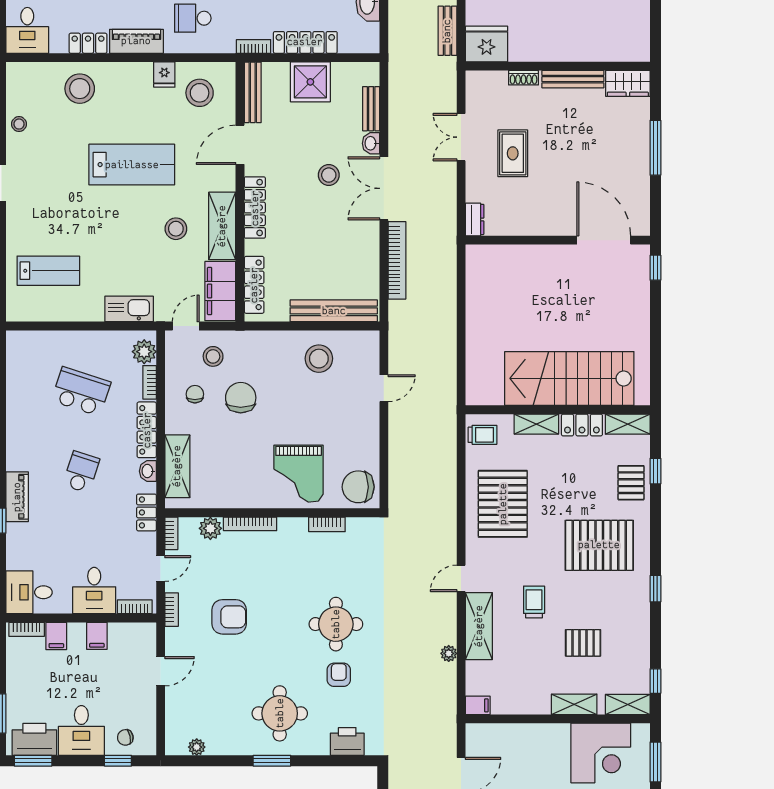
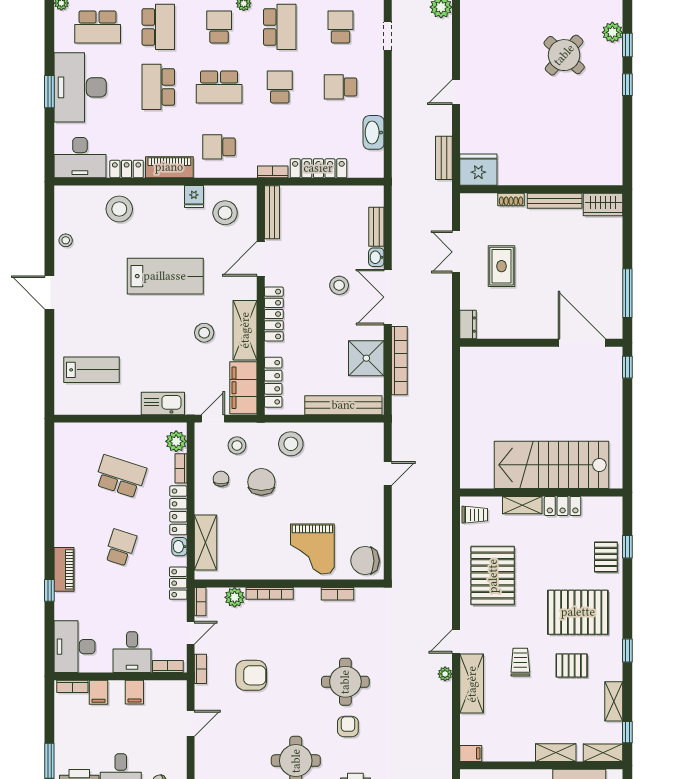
desk: (27, 30) -> (80, 158), width x1.37
shower: (310, 82) -> (366, 358), moved
window: (655, 148) -> (627, 293), moved
stool: (319, 359) -> (291, 444), moved
shelving: (628, 424) -> (614, 701), moved, turned 90
desk: (29, 592) -> (75, 647), width x1.37
pallet: (583, 643) -> (572, 665), moved
plant: (449, 653) -> (445, 674), moved

